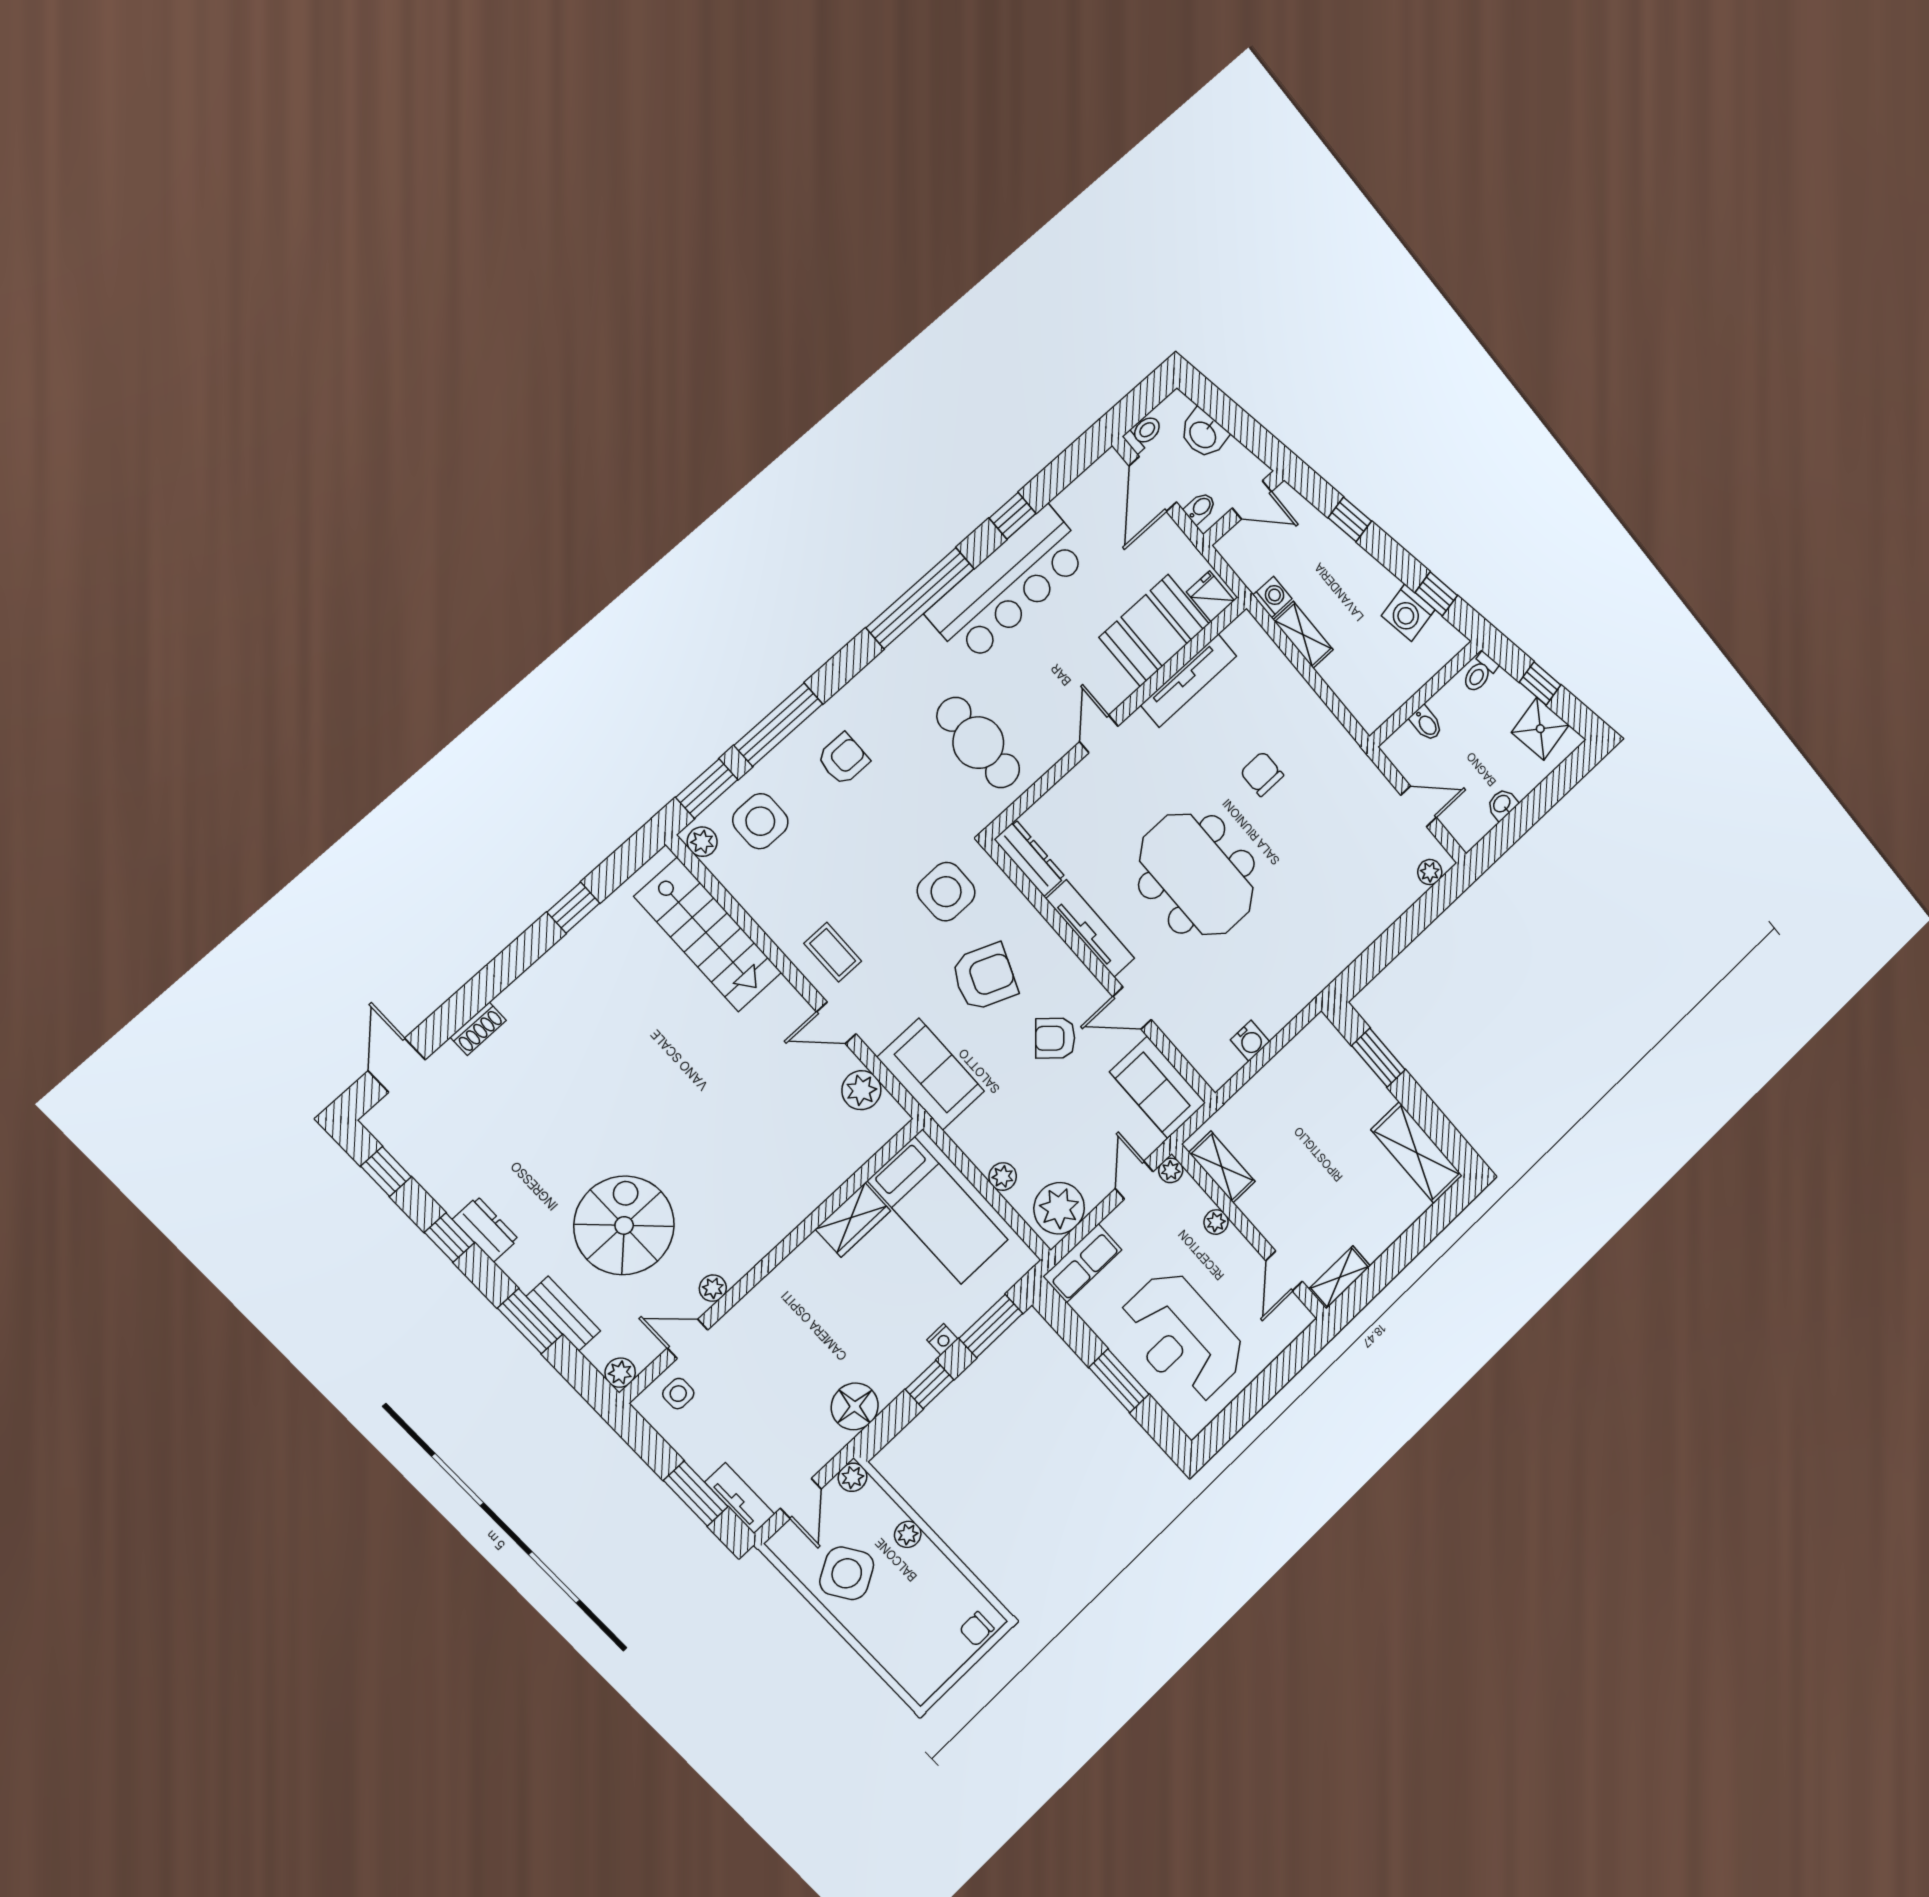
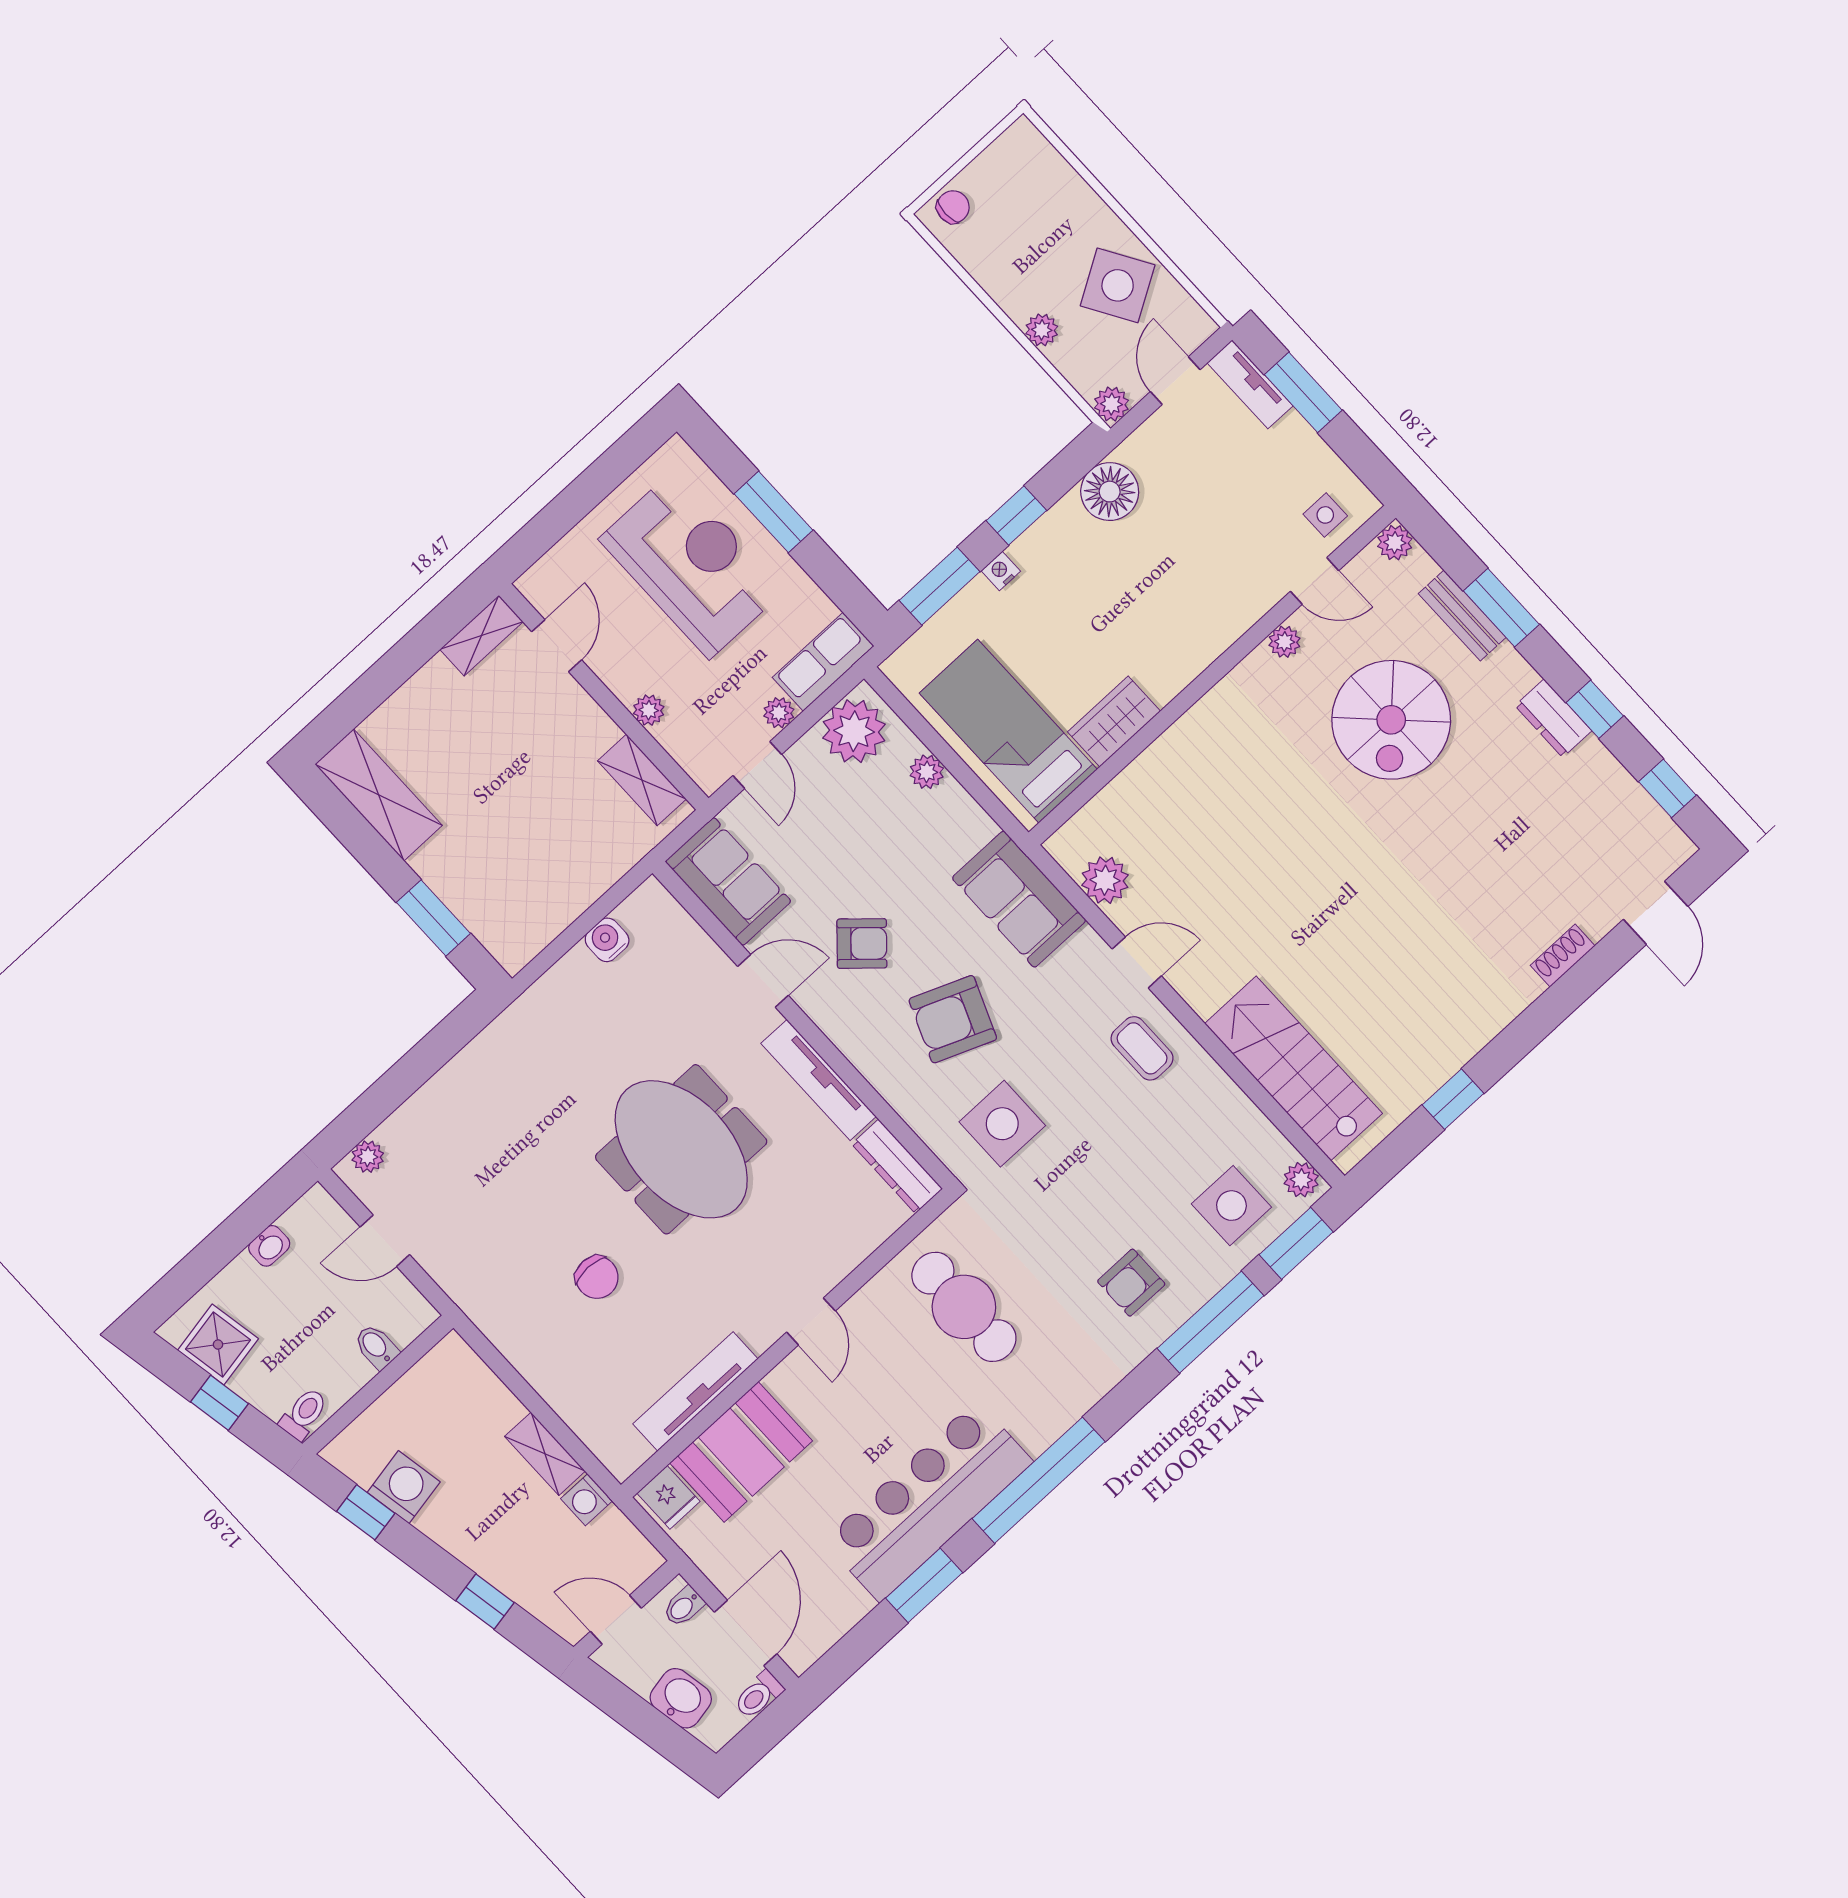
window: (1013, 516) -> (924, 1585), width x1.50
plant: (1171, 1170) -> (779, 713), moved

